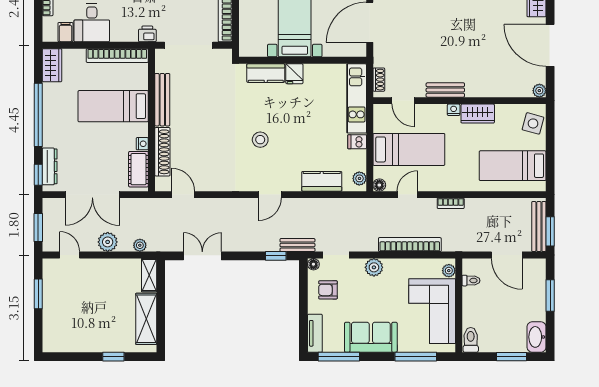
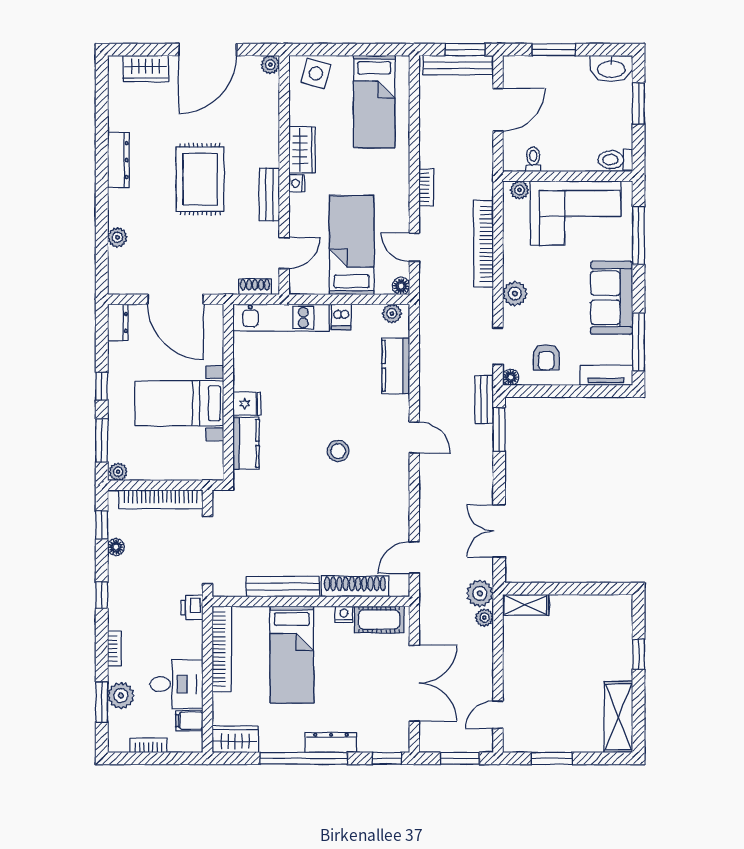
rug: (457, 40) -> (200, 179), added
dresser: (50, 166) -> (331, 743), moved
plant: (108, 242) -> (480, 593), moved
window: (276, 256) -> (499, 429), width x1.50
shelving: (146, 319) -> (618, 717), moved, turned 90

